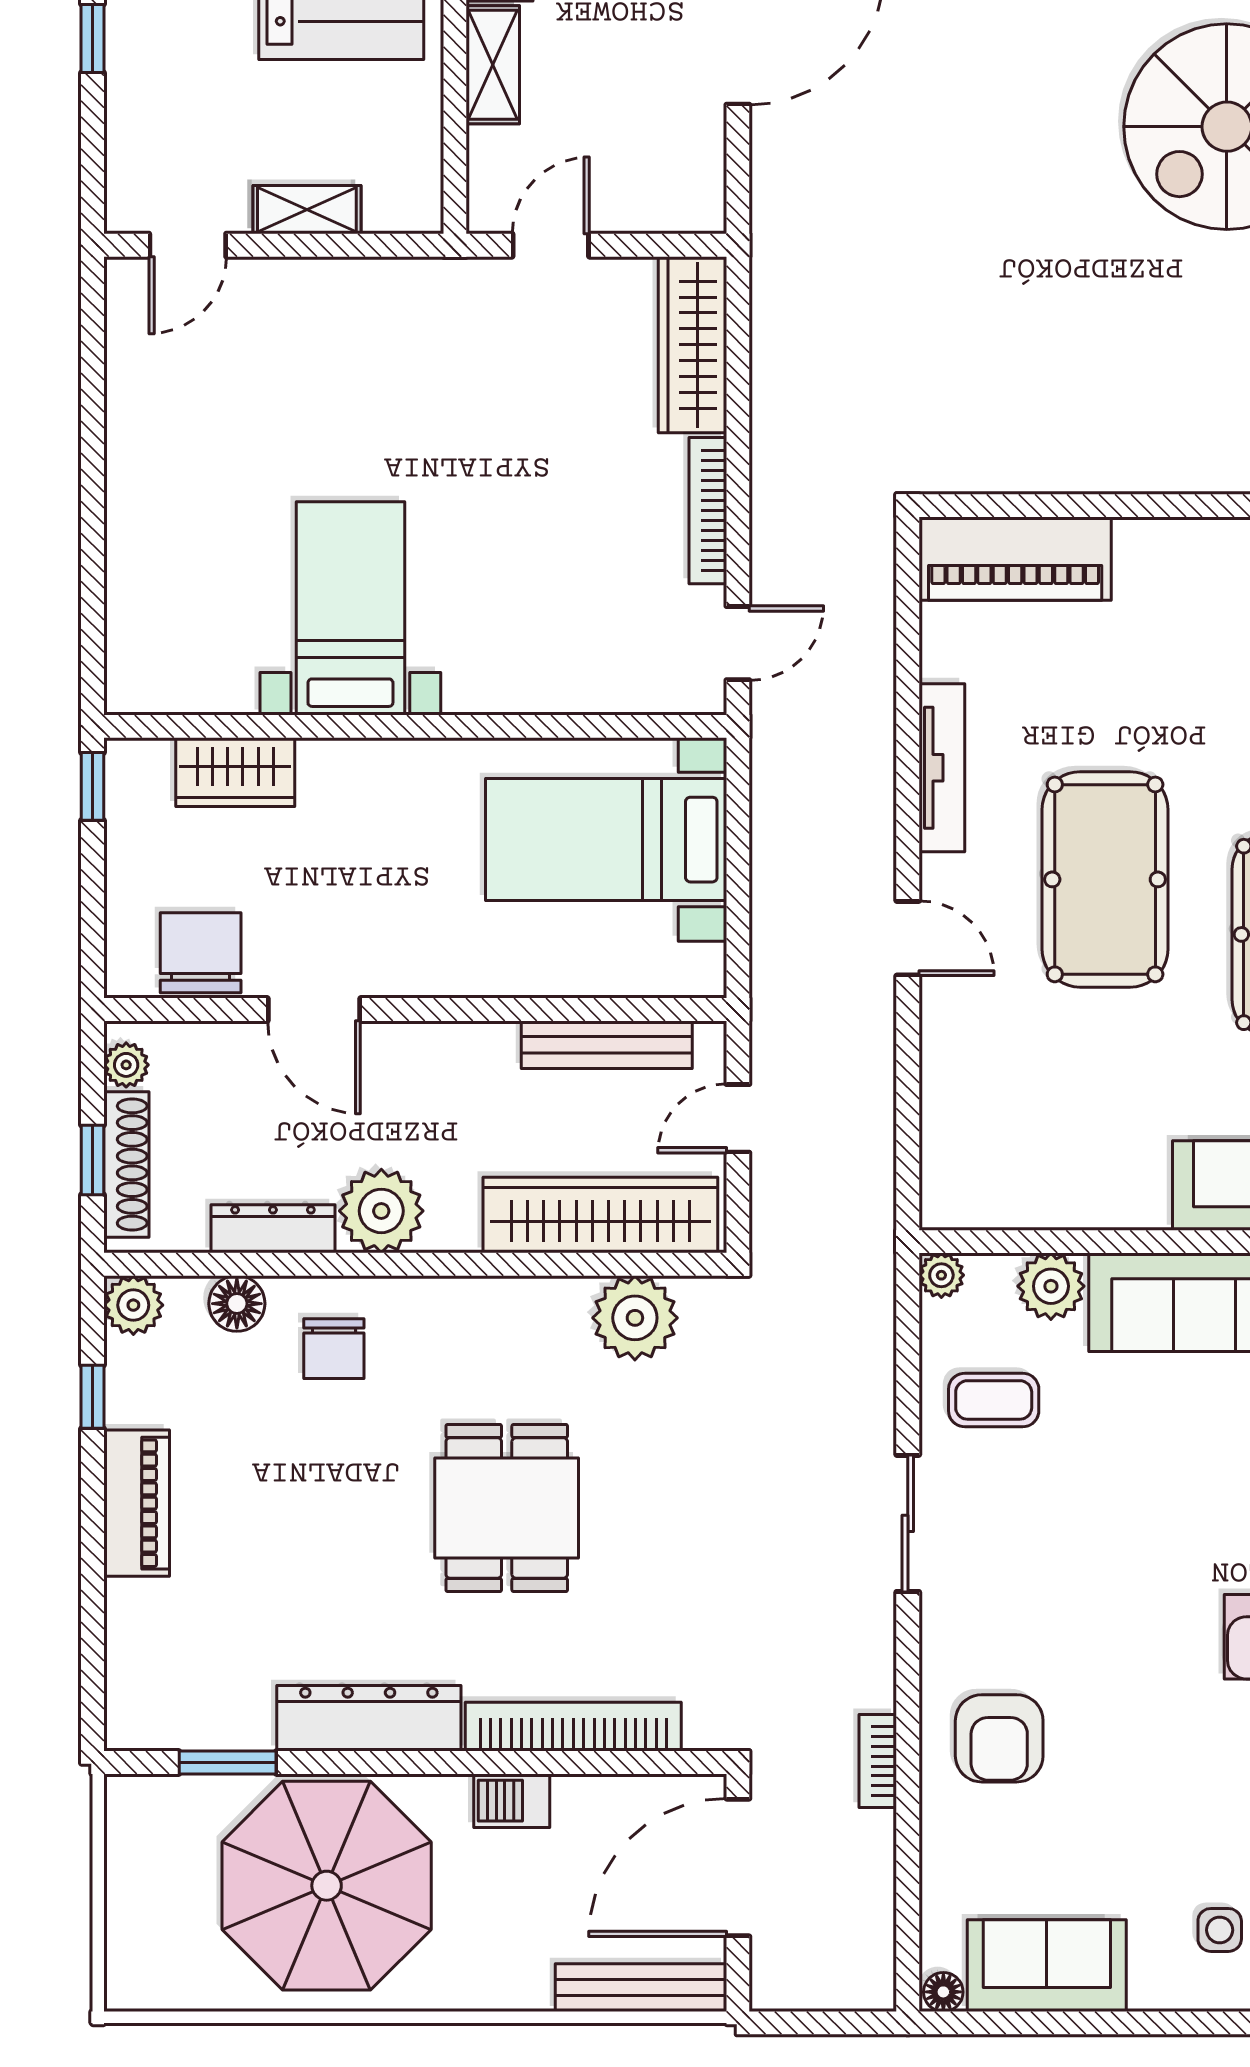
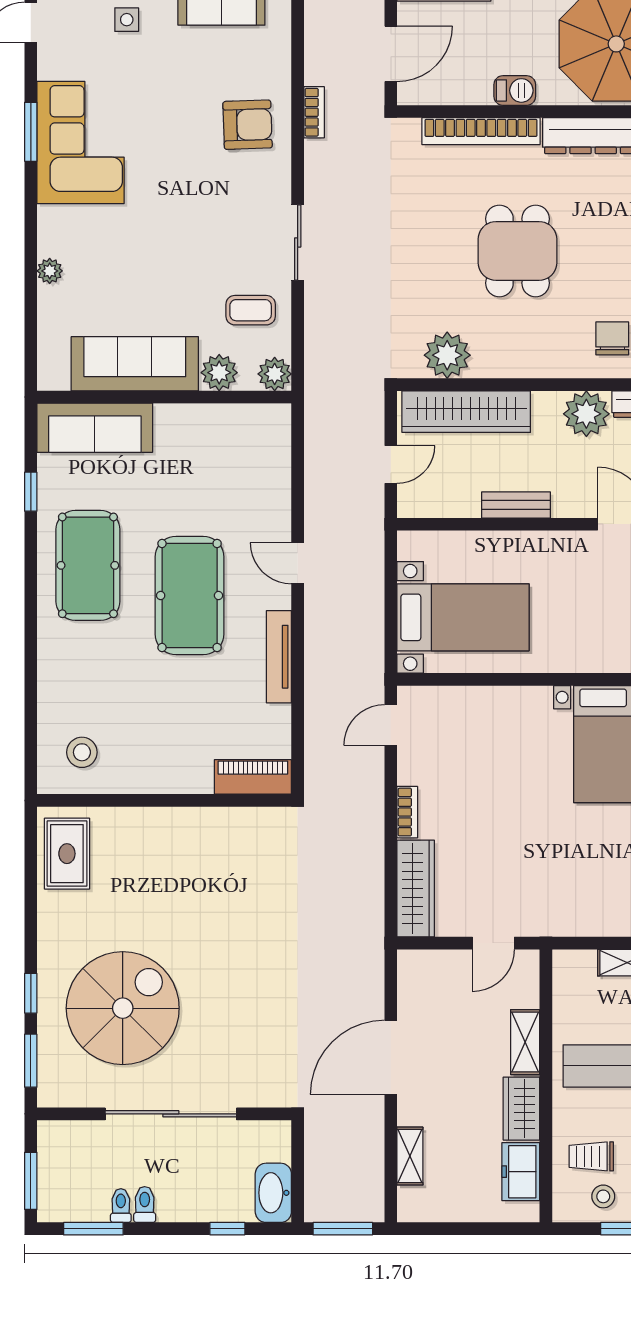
bookcase: (708, 511) -> (407, 812), width x0.64
piano: (1015, 559) -> (253, 777), width x0.73, depth x0.75
bench: (607, 1045) -> (516, 505), moved, width x0.73
plant: (941, 1275) -> (275, 374), width x1.38, depth x1.38
armchair: (999, 1738) -> (248, 125), turned 88
door: (738, 1868) -> (391, 54), width x0.73

